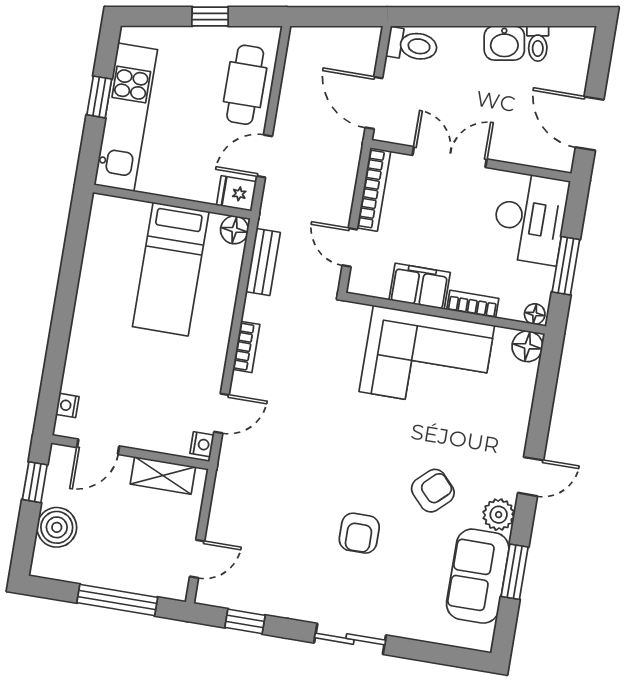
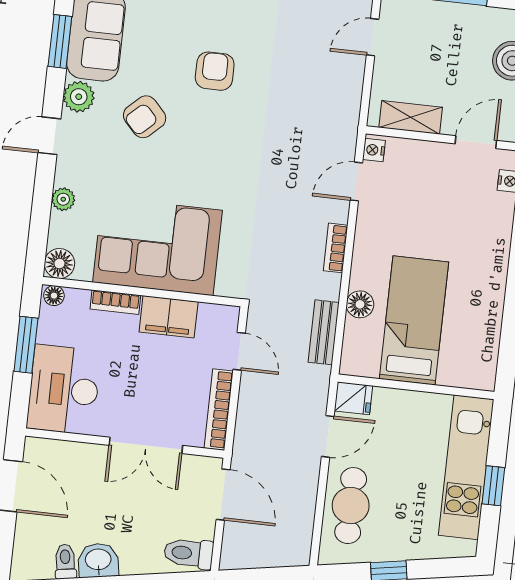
floor lamp: (234, 230) -> (360, 304), moved
plant: (520, 411) -> (63, 199), added

